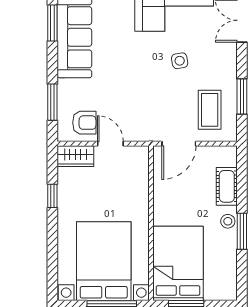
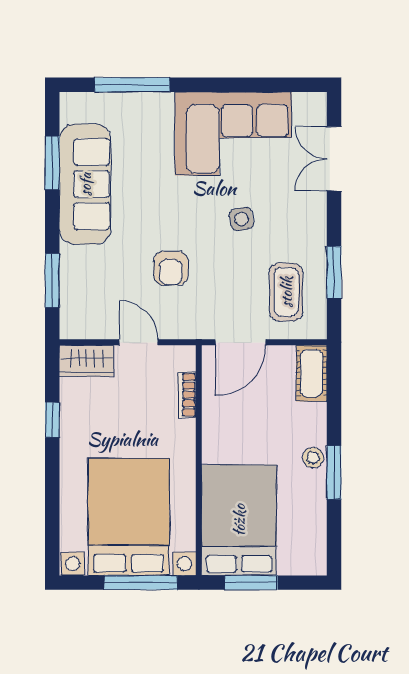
armchair: (84, 123) -> (171, 268), moved, turned 90
bookcase: (143, 179) -> (187, 395), added
cot: (227, 186) -> (312, 373), moved

